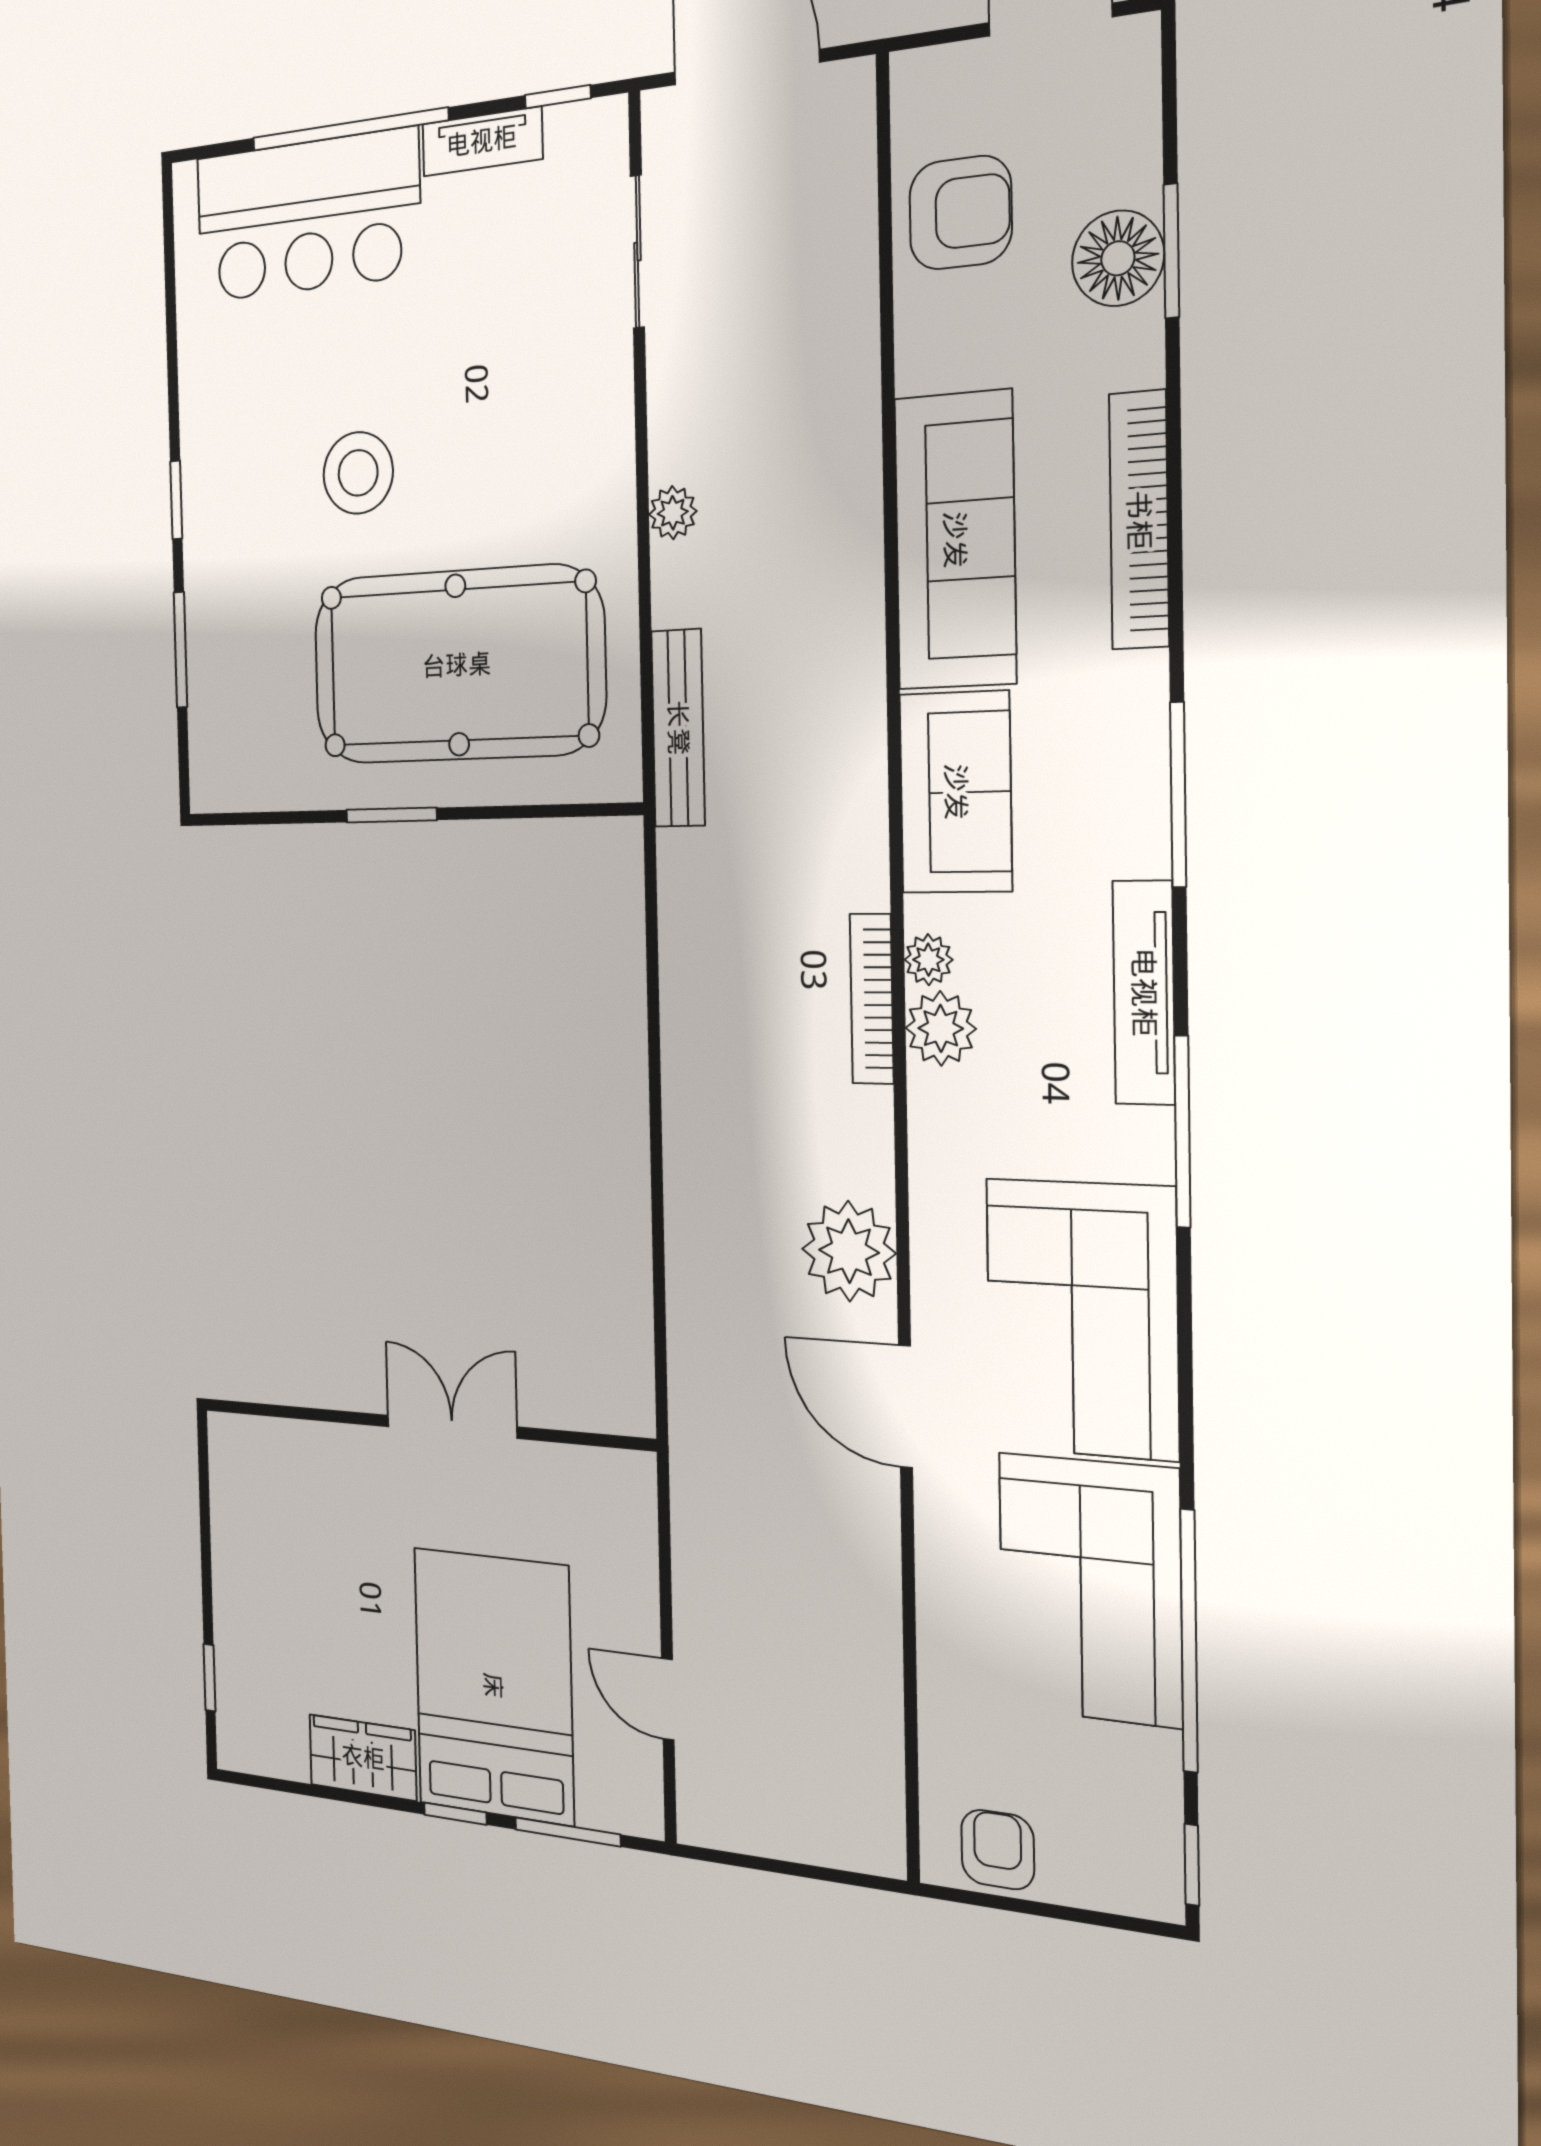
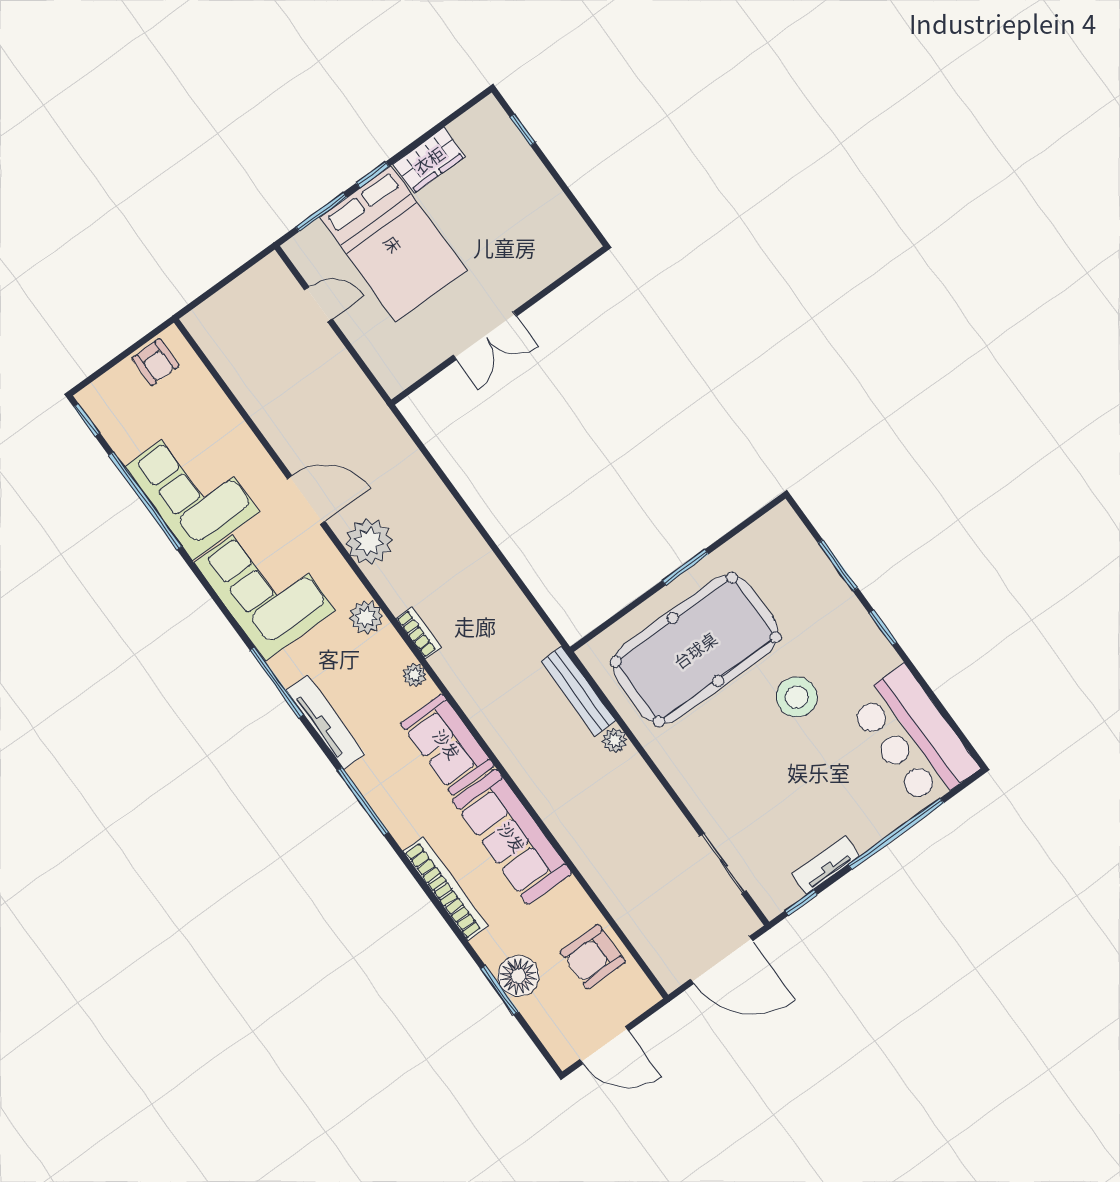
bar counter: (308, 216) -> (913, 737), moved, turned -90
plant: (673, 513) -> (615, 740), moved
bookcase: (872, 999) -> (418, 633), width x0.64
plant: (941, 1028) -> (366, 617), moved

